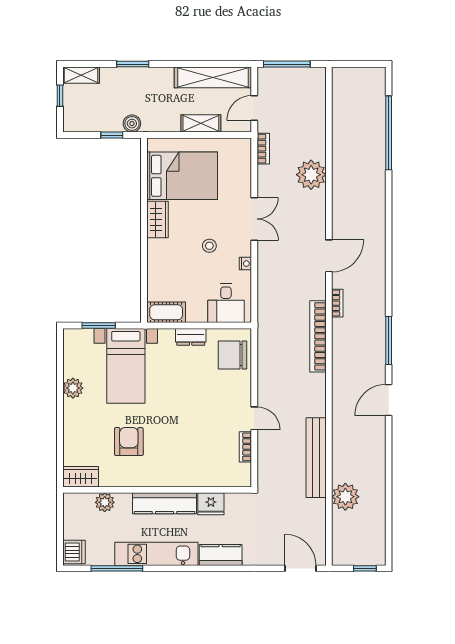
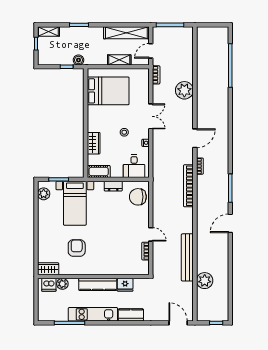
wardrobe: (158, 220) -> (94, 143), moved
plant: (73, 388) -> (44, 194), moved
dishwasher: (74, 552) -> (49, 285), moved, turned 90

